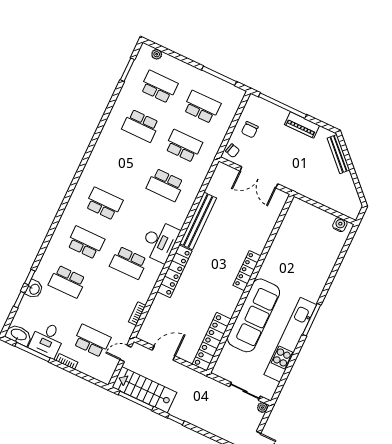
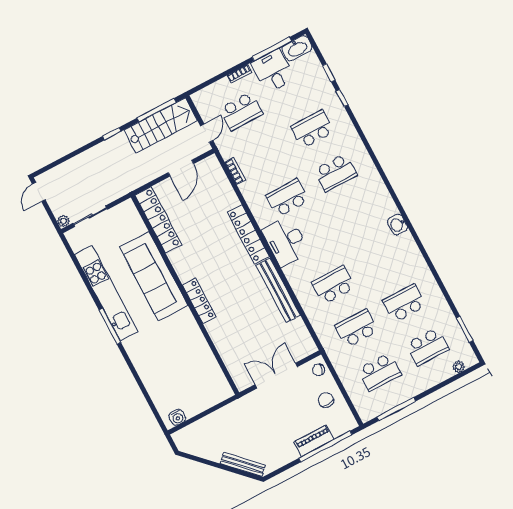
piano: (302, 125) -> (314, 441), moved
school desk: (184, 146) -> (356, 328), turned 180
school desk: (104, 204) -> (358, 216), removed
washbasin: (34, 289) -> (397, 225), moved

